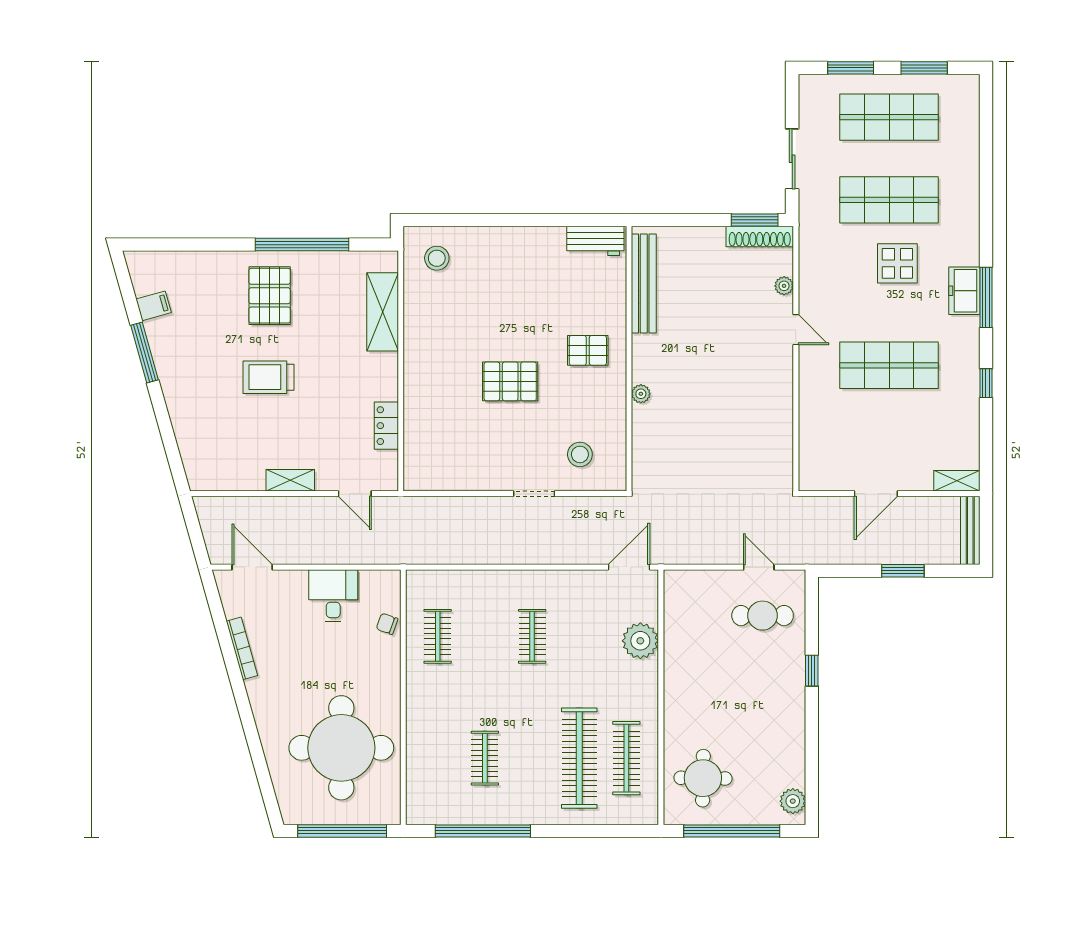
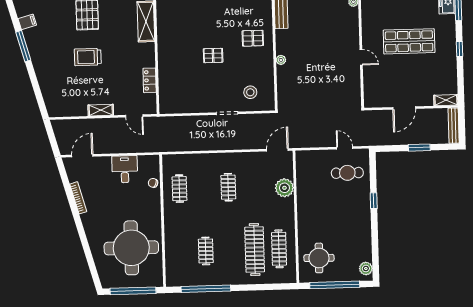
door: (796, 330) -> (361, 57), moved
pallet: (510, 381) -> (213, 55), width x0.67, depth x0.71
door: (252, 567) -> (82, 156), hinge flipped

